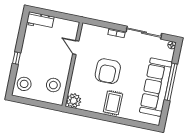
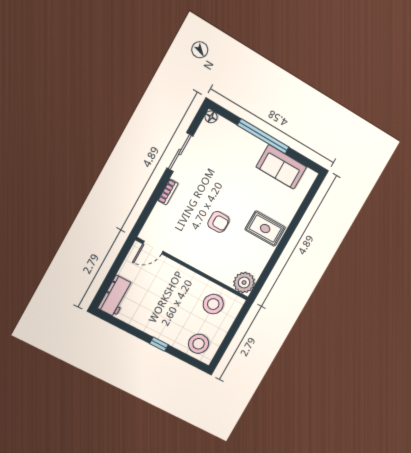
sliding door: (144, 33) -> (180, 152), width x0.73
door: (76, 48) -> (153, 247), moved
armchair: (108, 71) -> (218, 222), width x0.53, depth x0.53
sofa: (156, 87) -> (281, 167), width x0.54, depth x0.79

